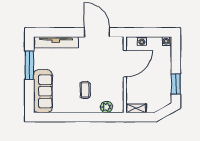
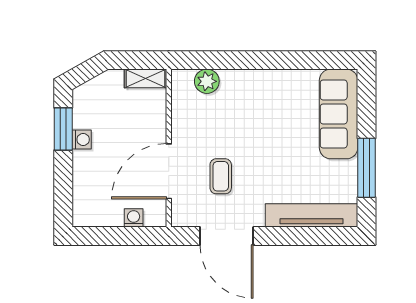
washing machine: (167, 41) -> (82, 140), moved
coffee table: (85, 90) -> (221, 176), moved

